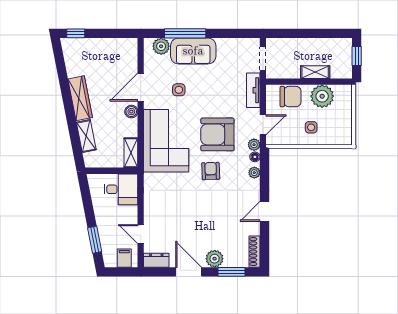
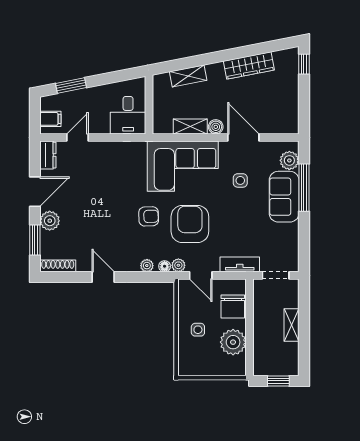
shelving: (315, 72) -> (291, 325), moved
wardrobe: (80, 98) -> (249, 65), moved
shelving: (131, 153) -> (190, 126), moved

